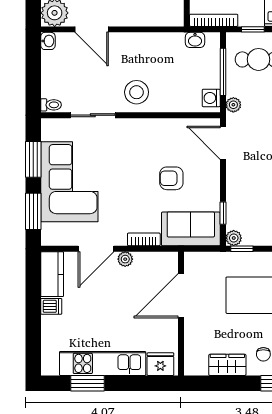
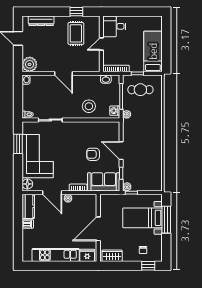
door: (92, 29) -> (64, 73), moved
stool: (137, 92) -> (89, 106), moved
door: (223, 143) -> (121, 151), moved
window: (33, 211) -> (18, 172), removed
floor lamp: (50, 233) -> (27, 184), added
door: (96, 249) -> (52, 193), hinge flipped
door: (181, 296) -> (98, 229), moved
wardrobe: (227, 365) -> (112, 256), moved
window: (87, 383) -> (47, 266), removed

